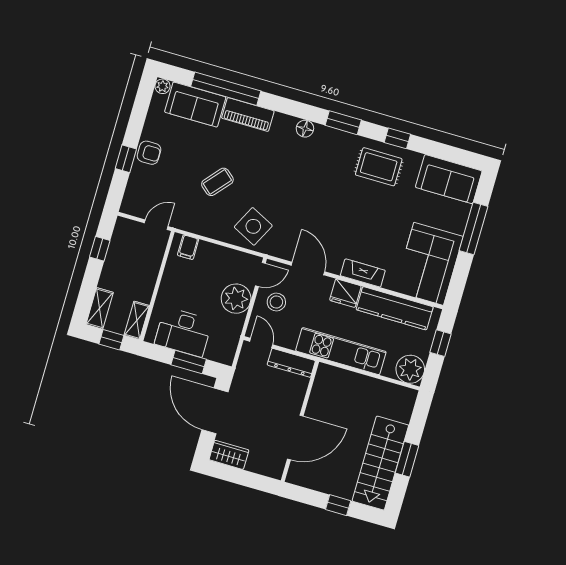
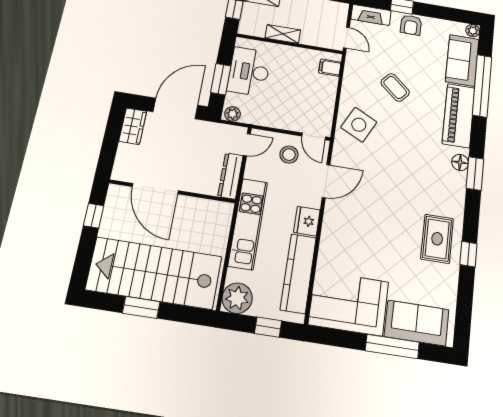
piano: (248, 115) -> (459, 116), width x1.37, depth x1.33
window: (343, 123) -> (475, 174), moved
sofa: (449, 179) -> (417, 323), moved, turned 90
fireplace: (363, 273) -> (371, 15), moved, turned 90
plant: (236, 299) -> (233, 114), moved, width x0.53, depth x0.53
shelving: (137, 320) -> (283, 34), moved
stairs: (380, 463) -> (154, 273), width x1.36, depth x1.51
window: (338, 505) -> (94, 216), moved

